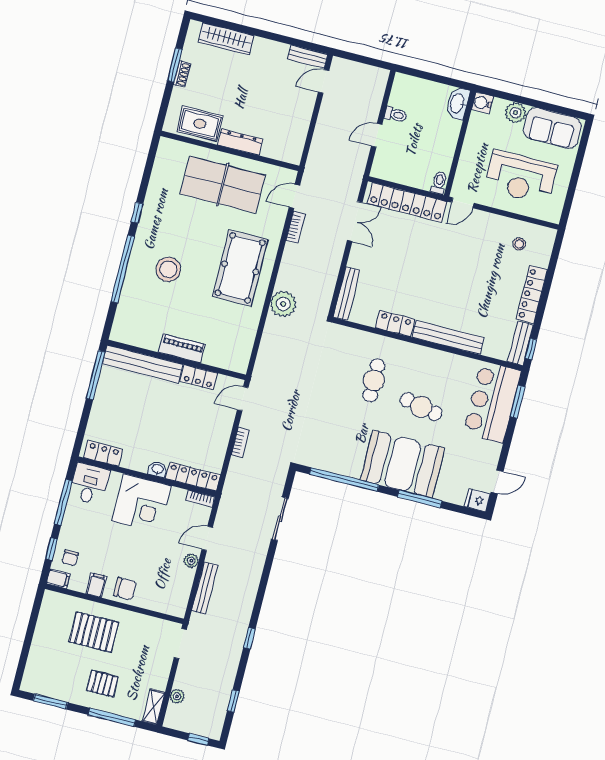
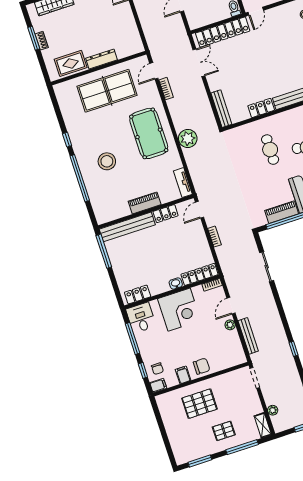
tv unit: (244, 353) -> (183, 183), added
piano: (340, 465) -> (282, 212), added

